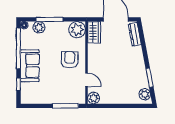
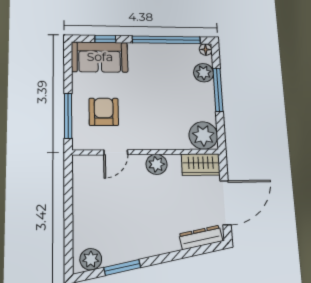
armchair: (70, 60) -> (104, 112), moved, turned -90
sofa: (30, 66) -> (100, 57), moved
plant: (94, 98) -> (157, 164), moved

